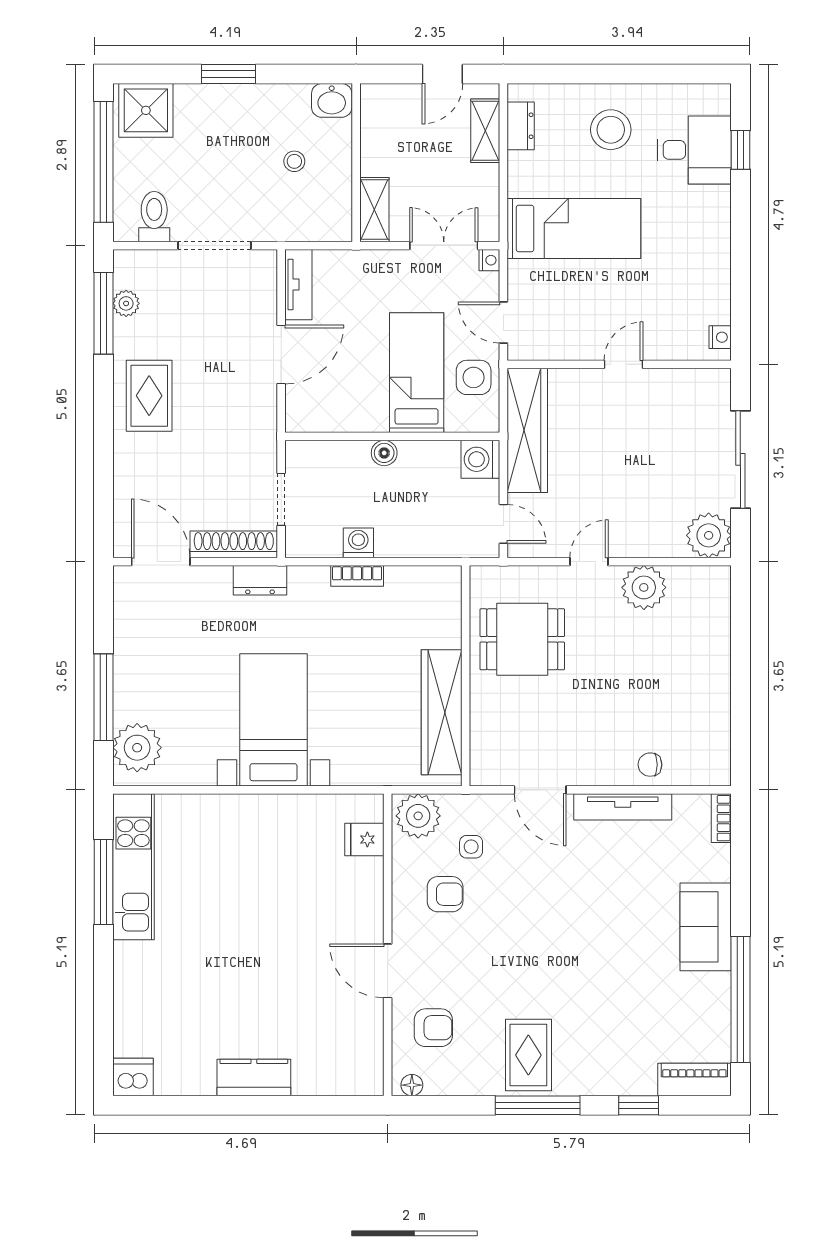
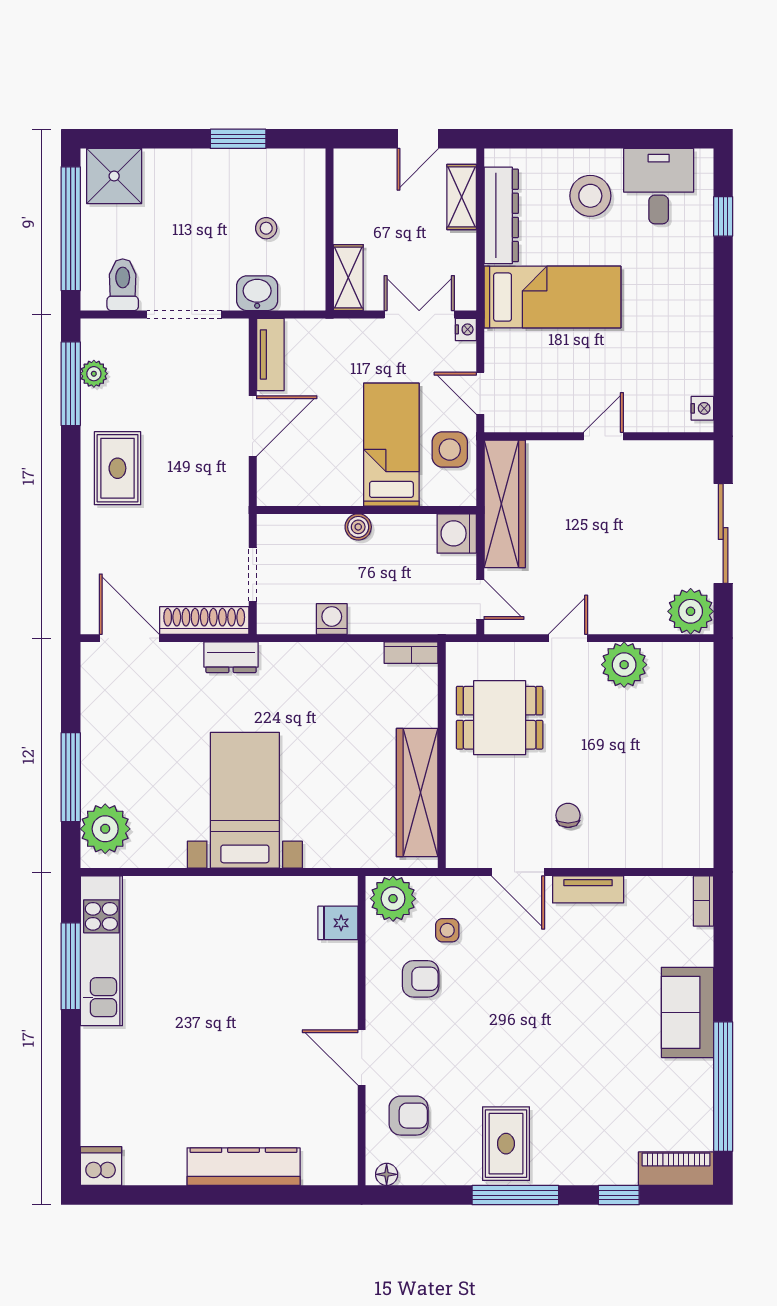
window: (229, 74) -> (238, 139), moved
washbasin: (332, 100) -> (257, 293), moved, turned 180
dresser: (521, 126) -> (501, 215), width x1.96, depth x1.24
desk: (694, 150) -> (659, 186), moved, turned -90
bookcase: (357, 576) -> (411, 653), moved
chair: (650, 765) -> (568, 815), moved, turned 90
tv unit: (623, 807) -> (588, 889), width x0.71
kitchen counter: (254, 1078) -> (244, 1167), width x1.50

